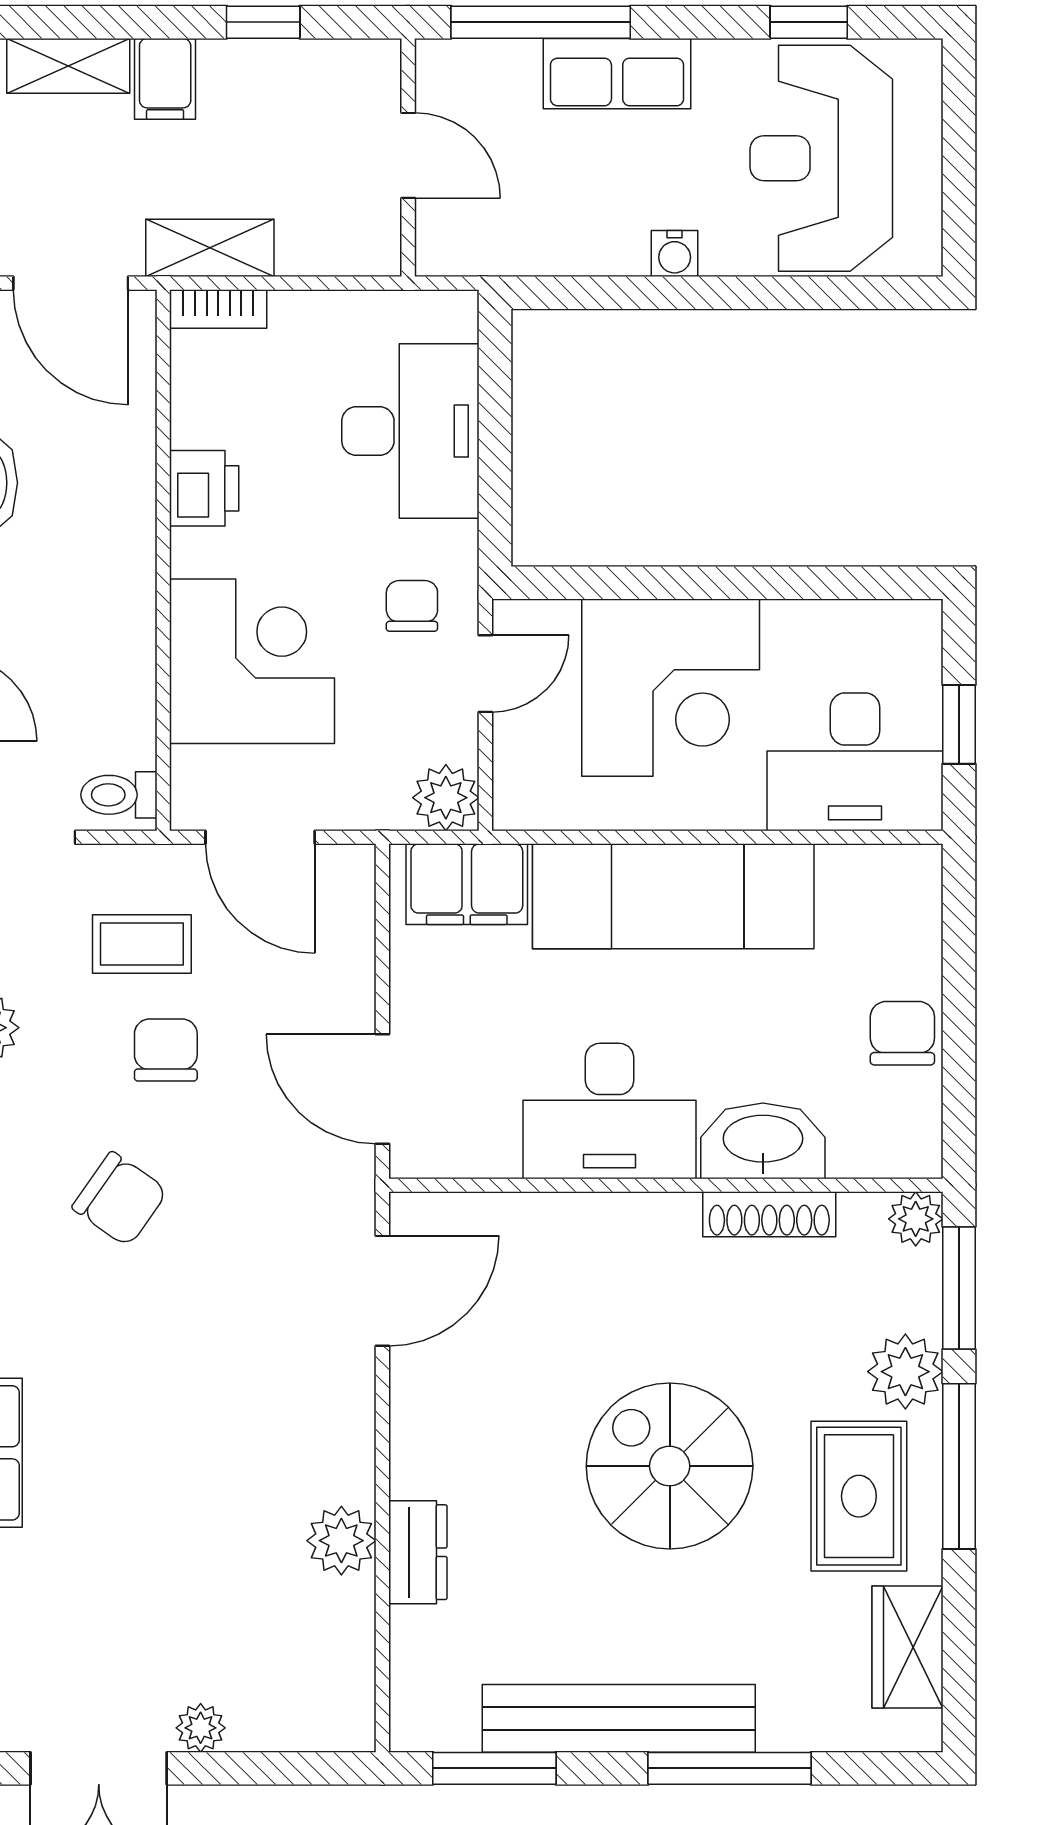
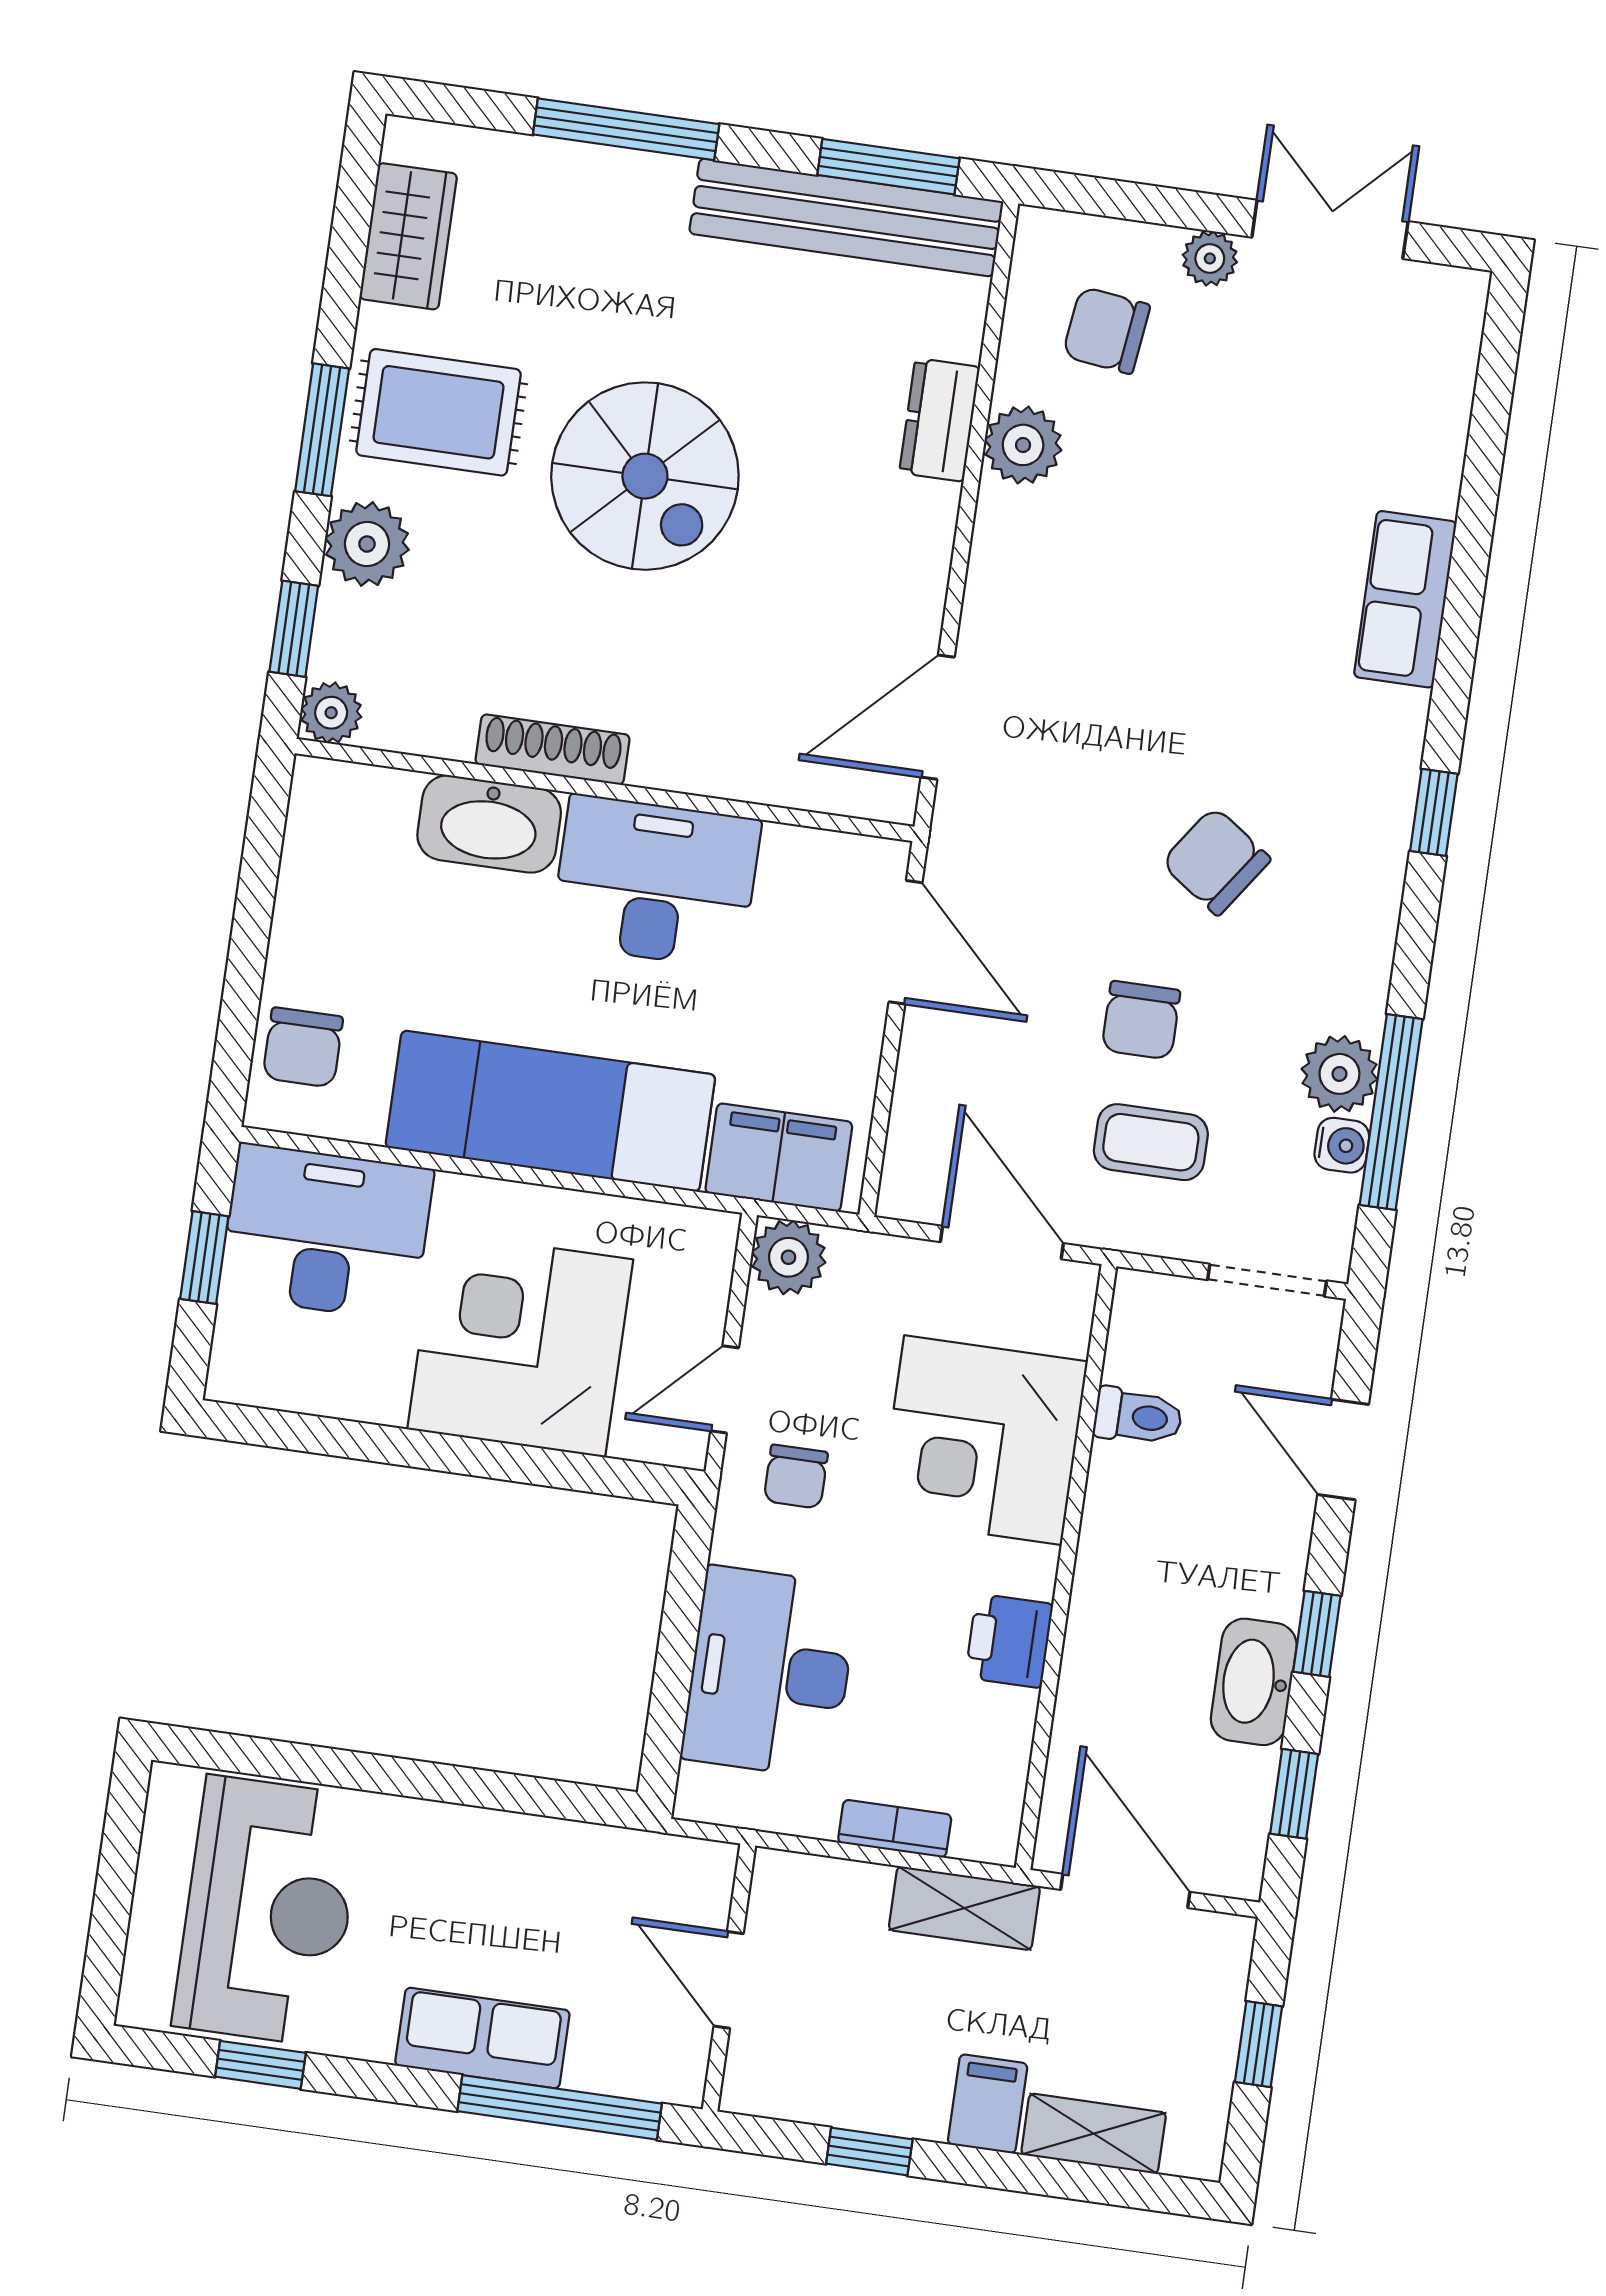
water cooler: (675, 254) -> (447, 1828), removed
bookcase: (218, 309) -> (895, 1829), moved
toilet: (119, 795) -> (1138, 1416), moved
chair: (902, 1033) -> (303, 1047), moved
shoe rack: (769, 1214) -> (553, 749), moved
window: (959, 1288) -> (294, 629), width x0.67
window: (959, 1466) -> (322, 430), width x0.69
rug: (859, 1496) -> (439, 412), turned 90
chair: (282, 1652) -> (1106, 330), added
bench: (619, 1718) -> (846, 217), moved

